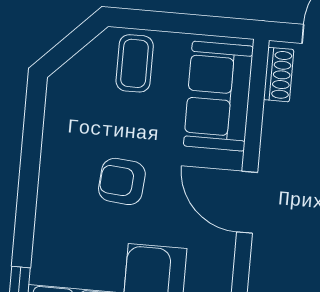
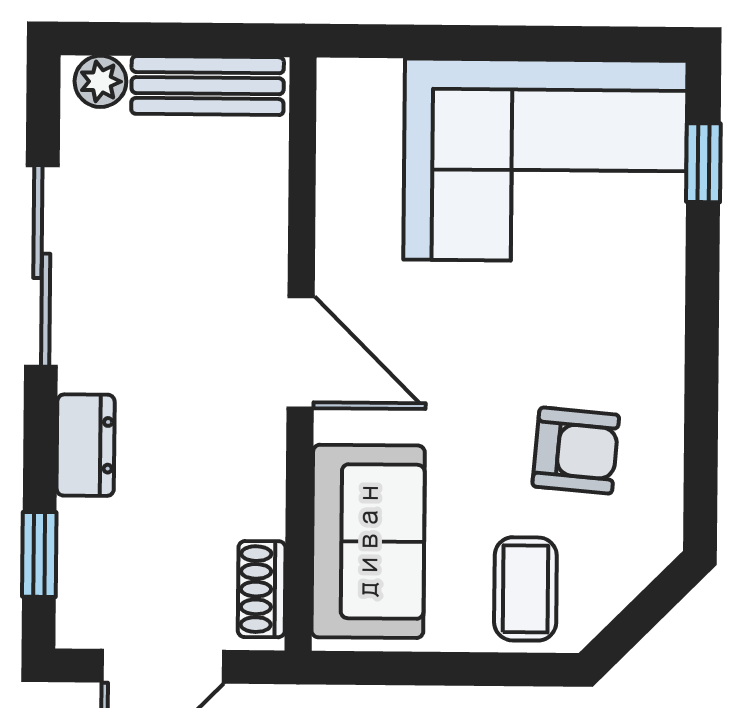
armchair: (122, 181) -> (576, 451), moved

